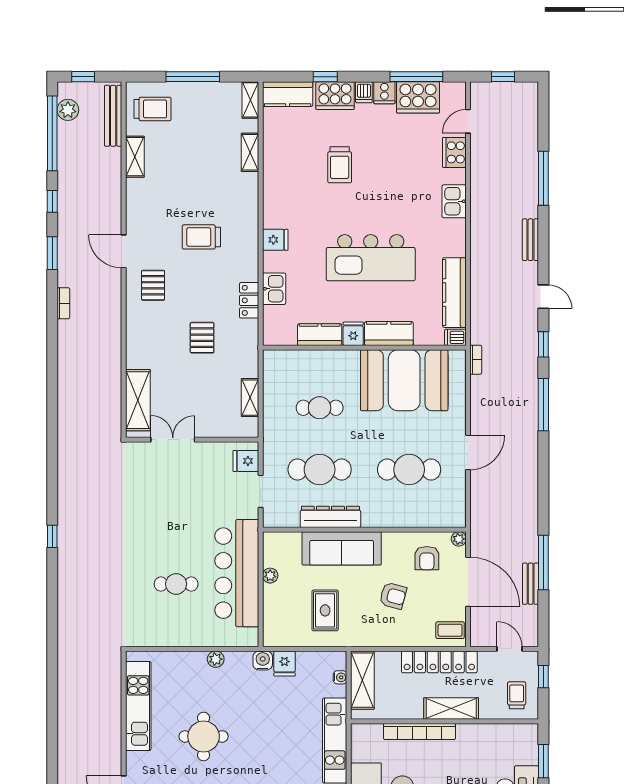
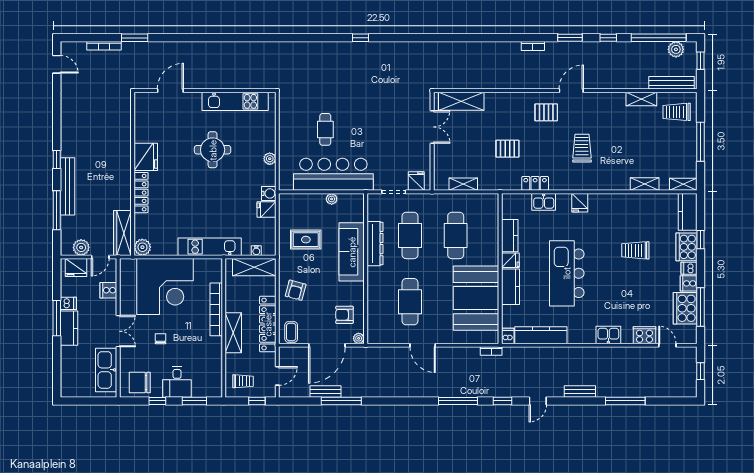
trolley: (152, 109) -> (677, 112), turned 90
cafe table: (320, 408) -> (456, 235), width x1.37, depth x1.35
armchair: (393, 596) -> (296, 290), moved

